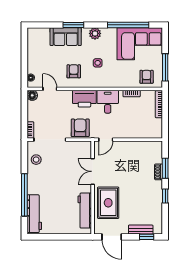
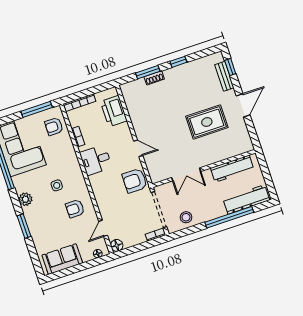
sofa: (66, 37) -> (62, 259), moved, turned -90
printer: (84, 99) -> (114, 111), moved, turned 180
double door: (93, 171) -> (186, 174), moved
wall: (93, 188) -> (204, 169), moved
workbench: (85, 211) -> (232, 169), moved

